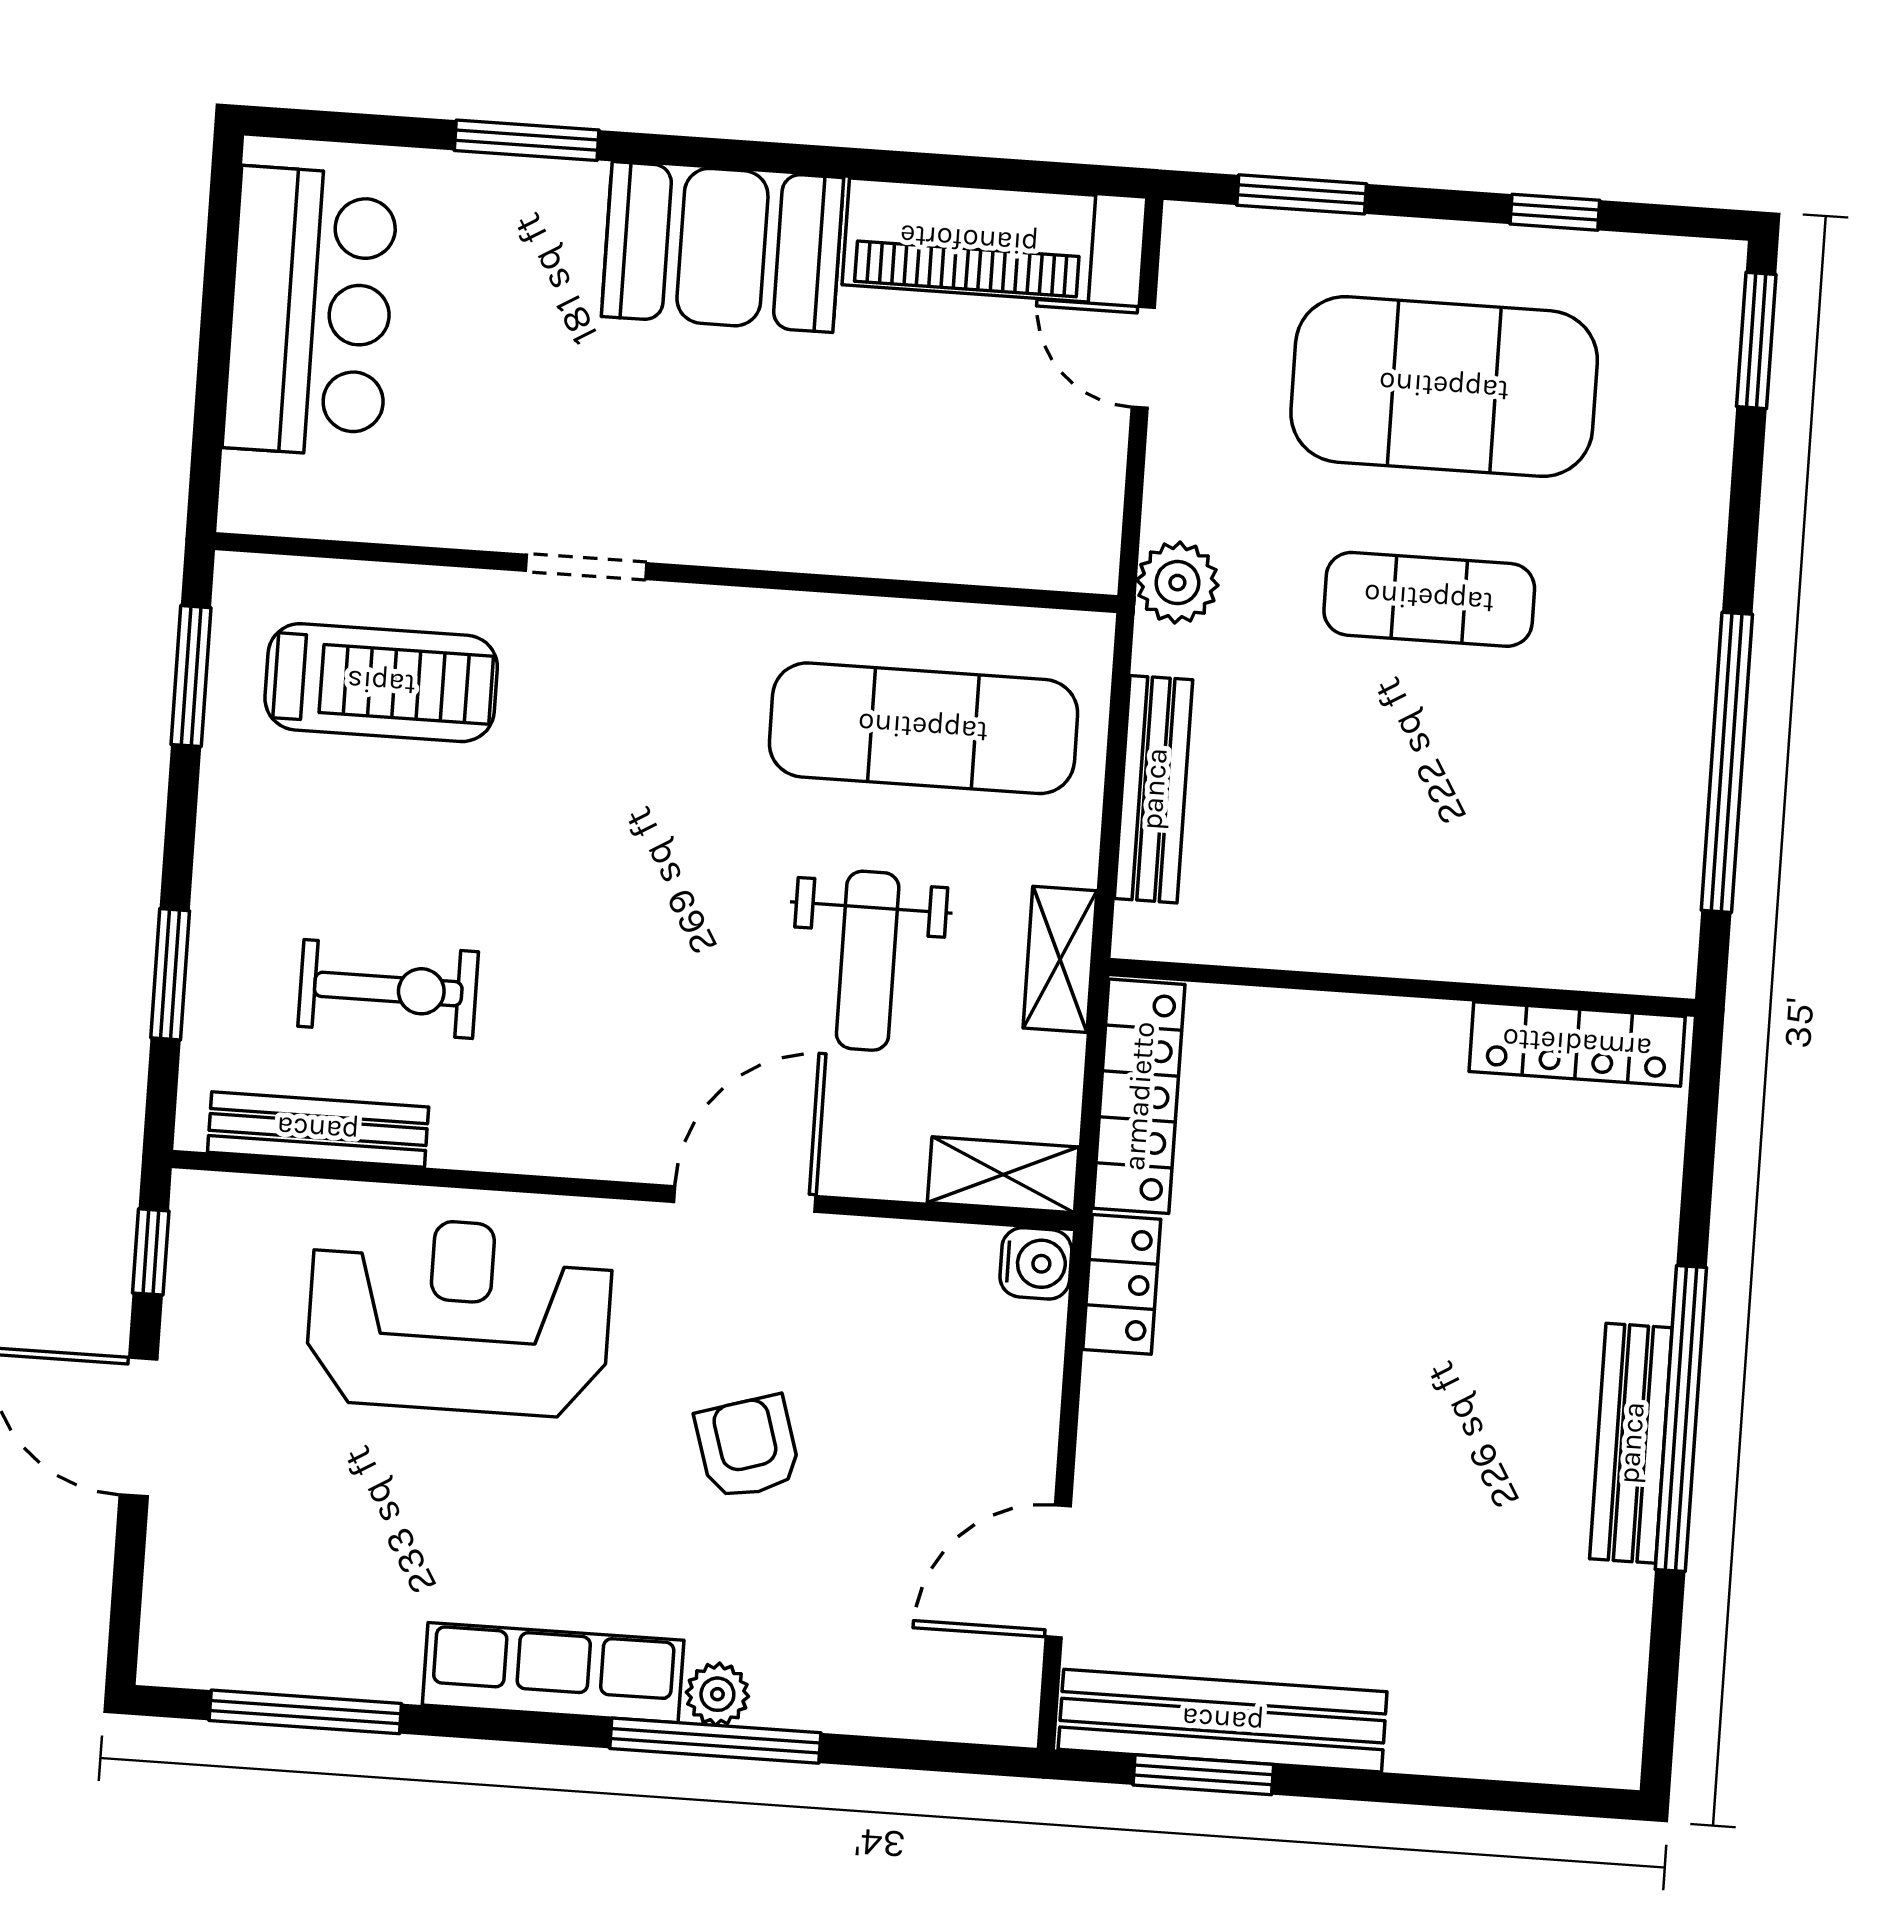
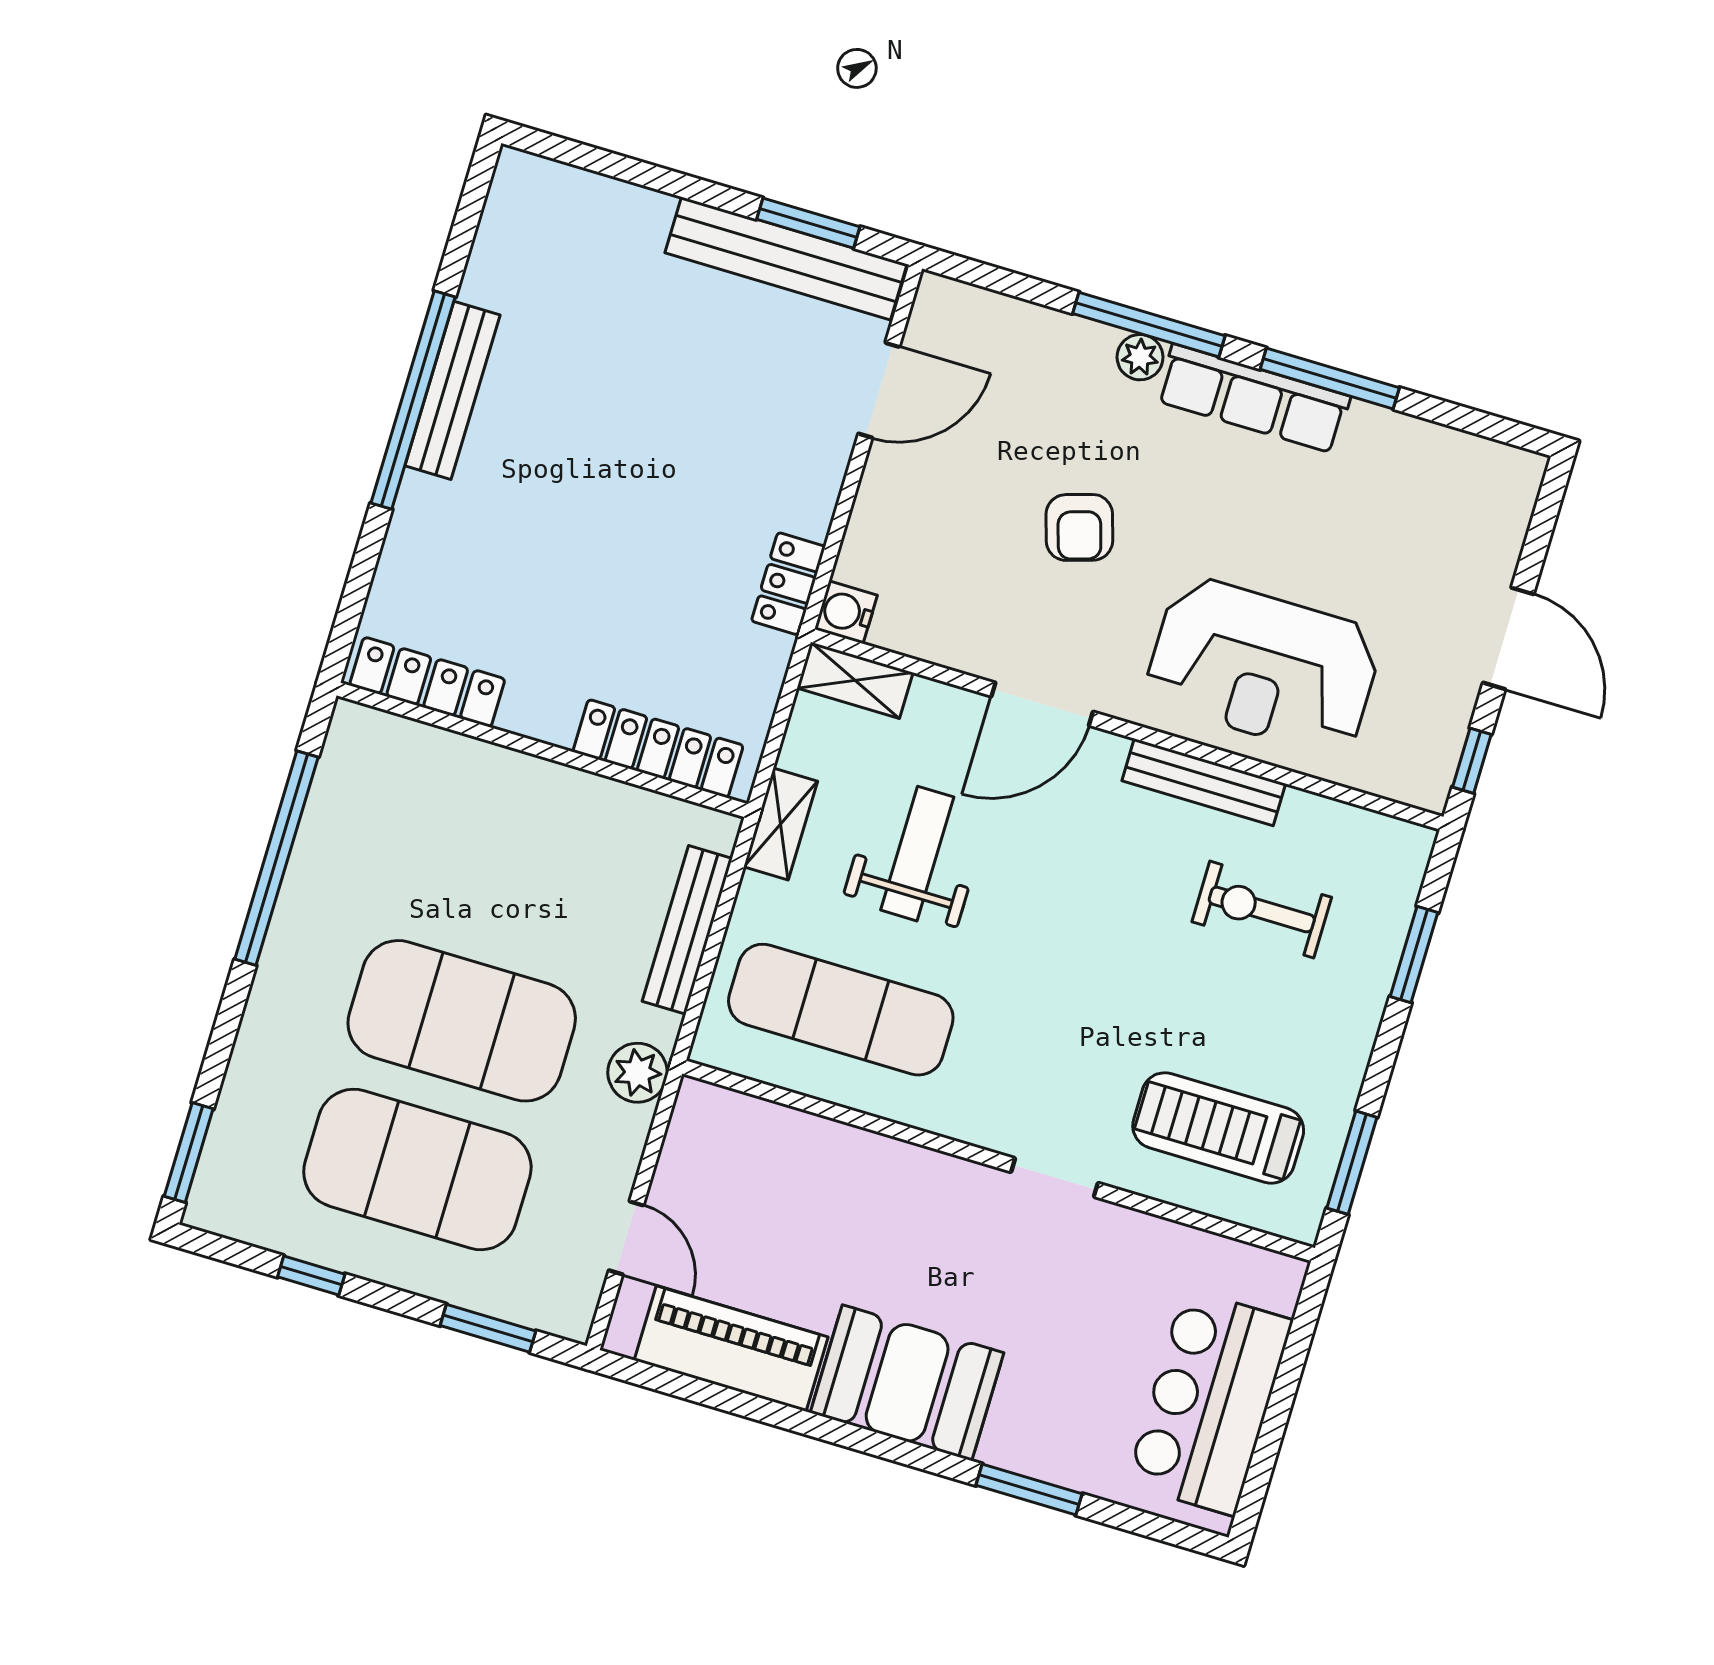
exercise mat: (1429, 599) -> (462, 1021), width x2.00, depth x1.45
locker: (1139, 1096) -> (658, 749), moved, turned 90
bench: (318, 1130) -> (1204, 782), moved
window: (305, 1712) -> (1330, 379), moved

